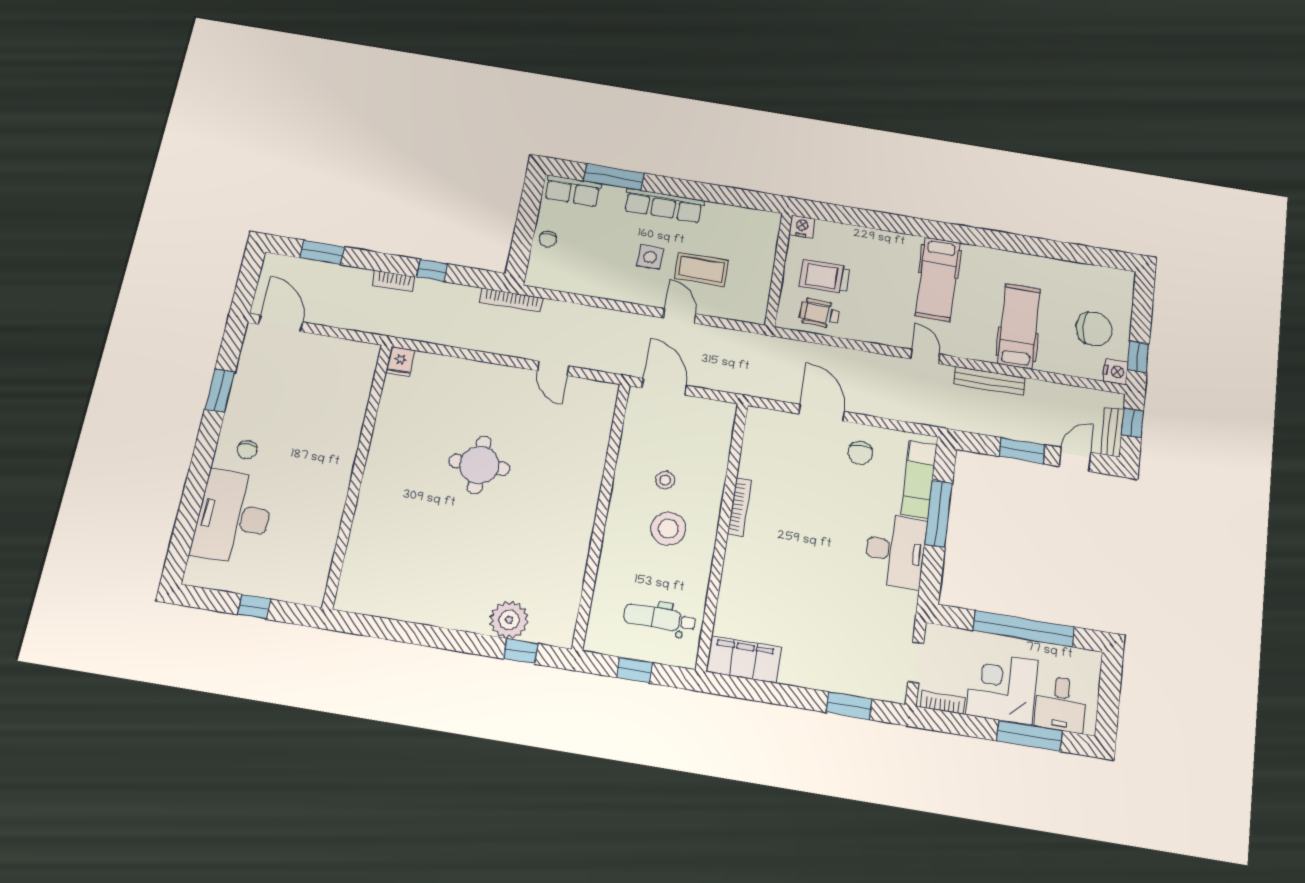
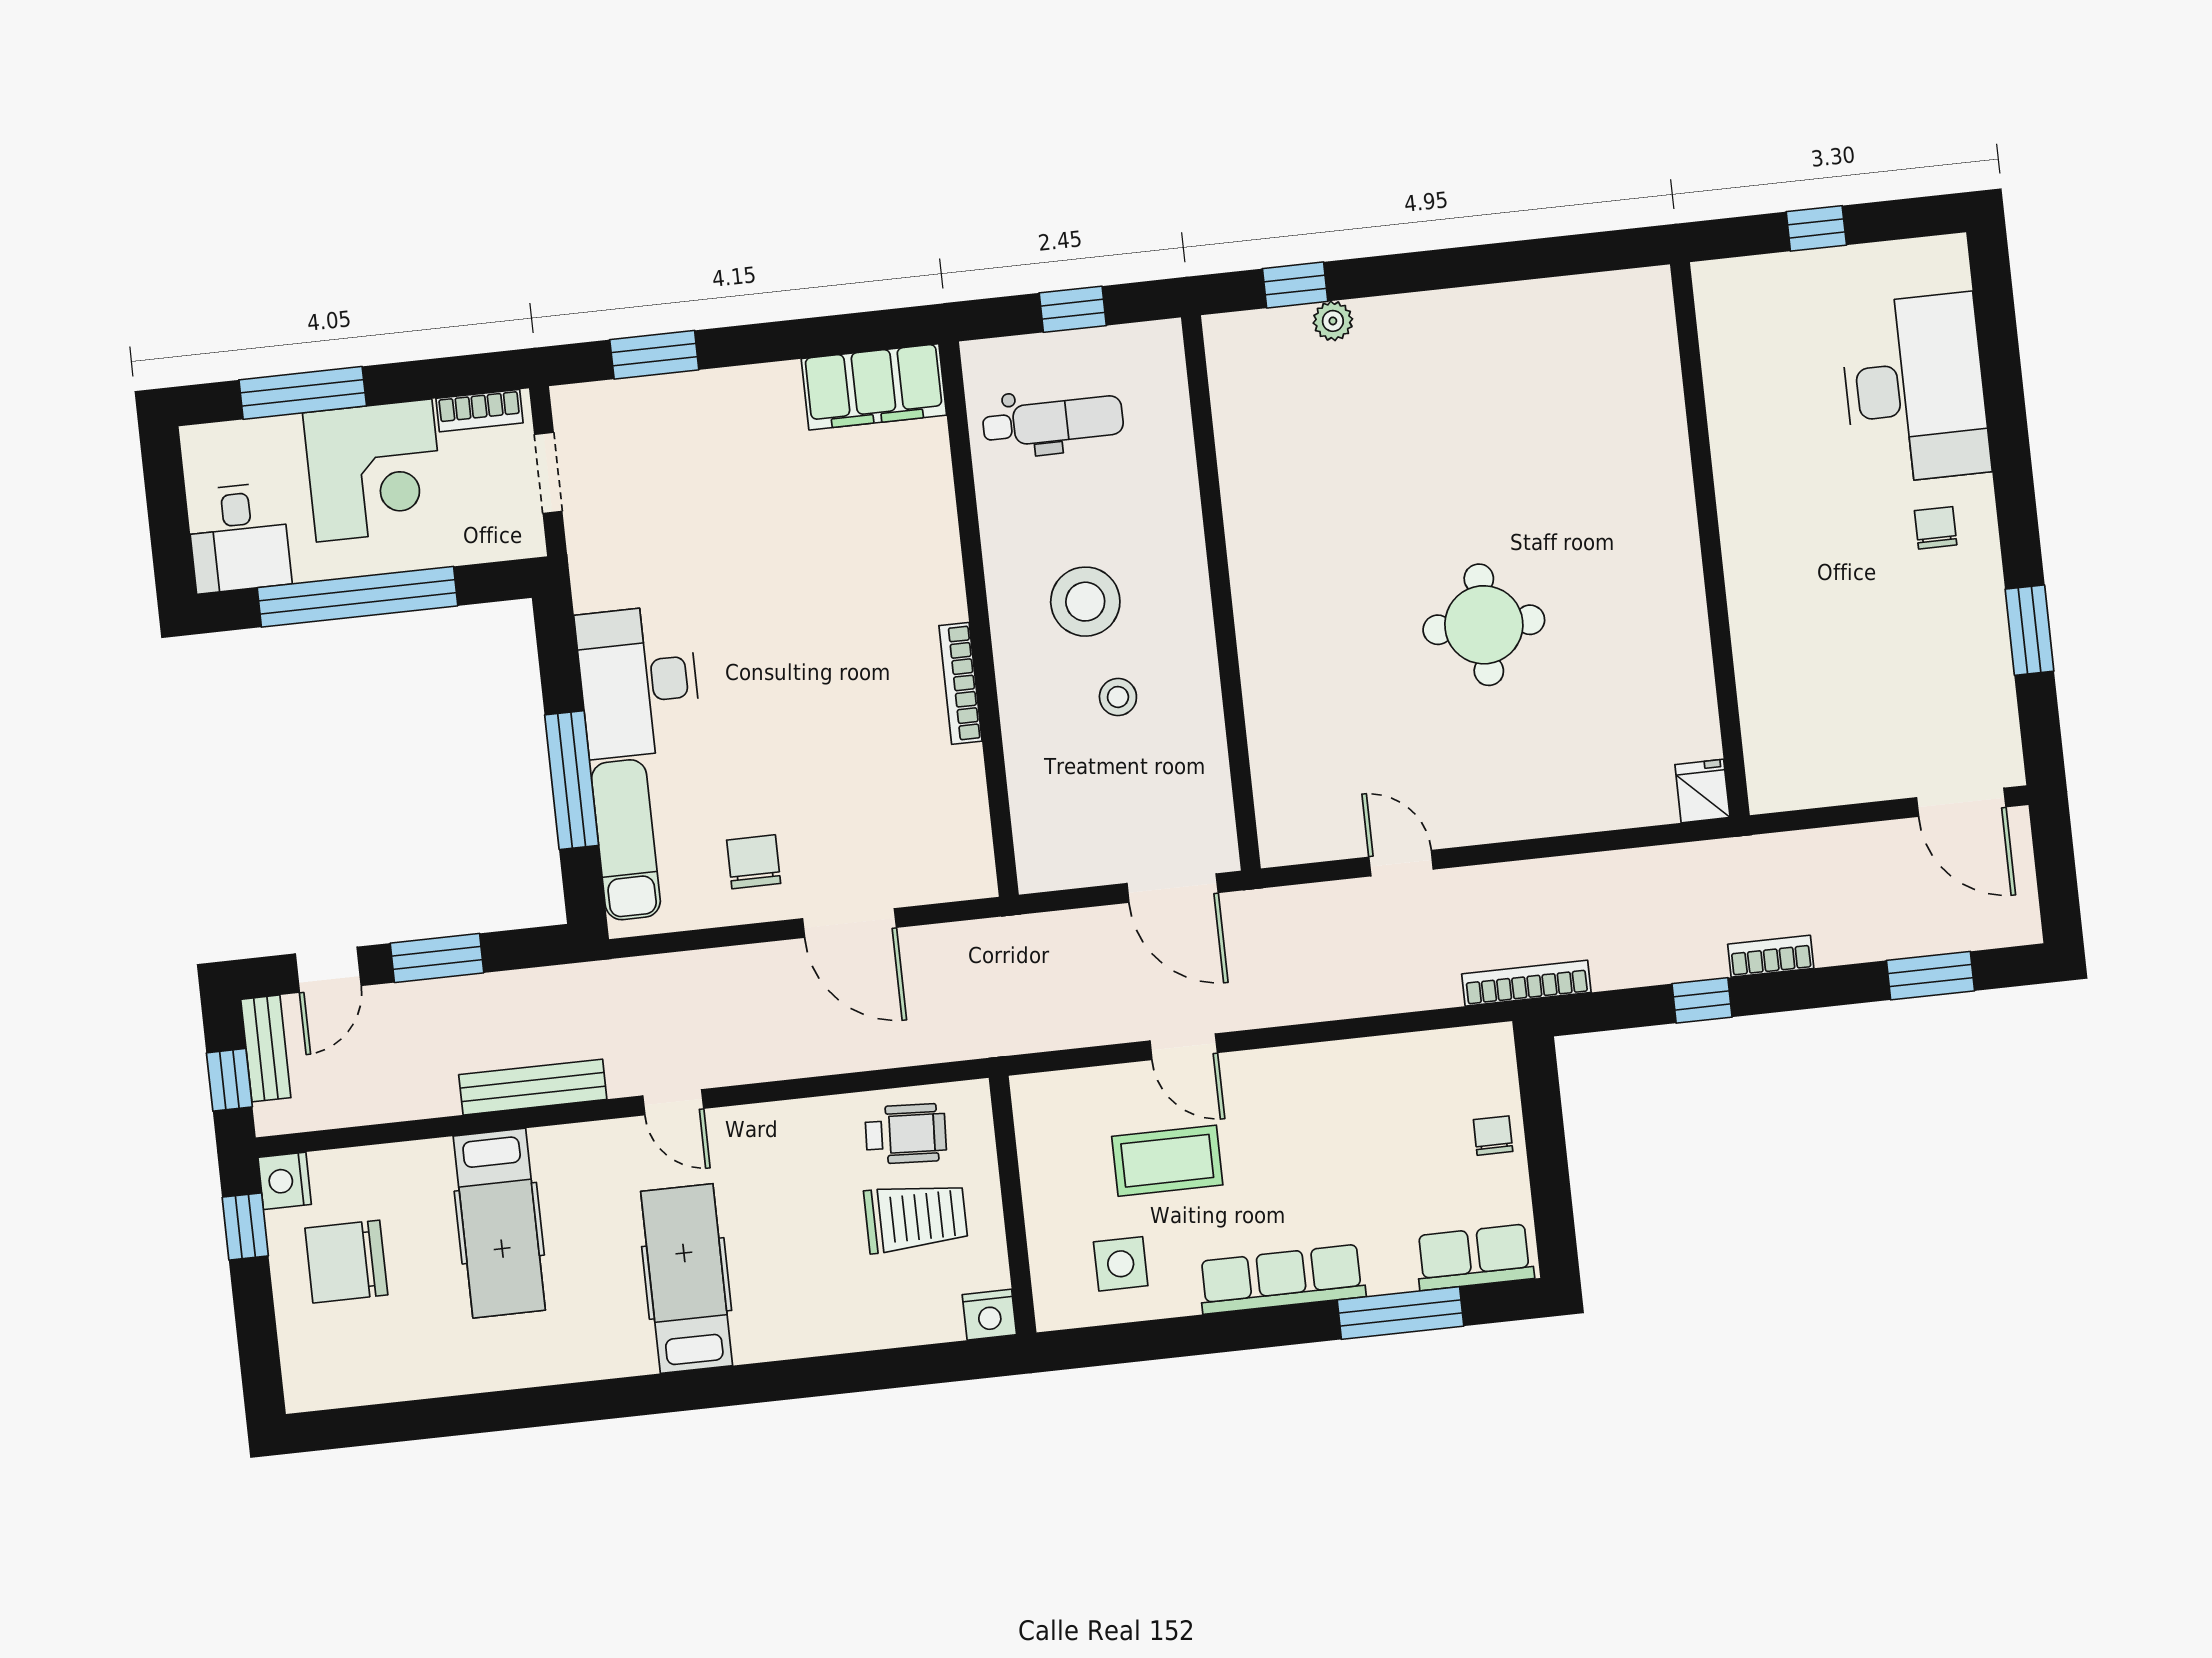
side table: (650, 257) -> (1121, 1264), moved
plant: (509, 620) -> (1333, 321), width x0.53, depth x0.53
desk: (1061, 704) -> (239, 538), moved, turned 180

